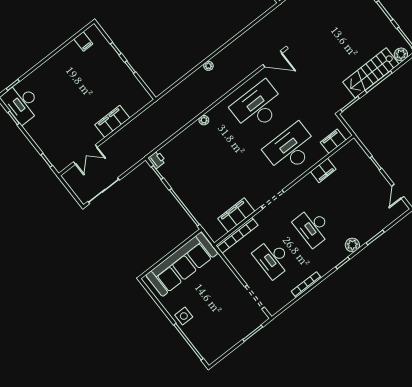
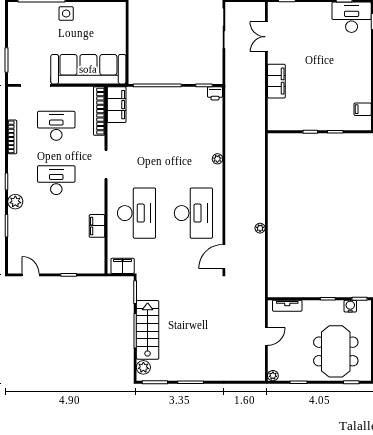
plant: (208, 66) -> (260, 228), moved
filing cabinet: (333, 141) -> (123, 266), moved, turned -90
filing cabinet: (236, 215) -> (117, 105), moved
sofa: (182, 264) -> (88, 69), moved, turned 90

